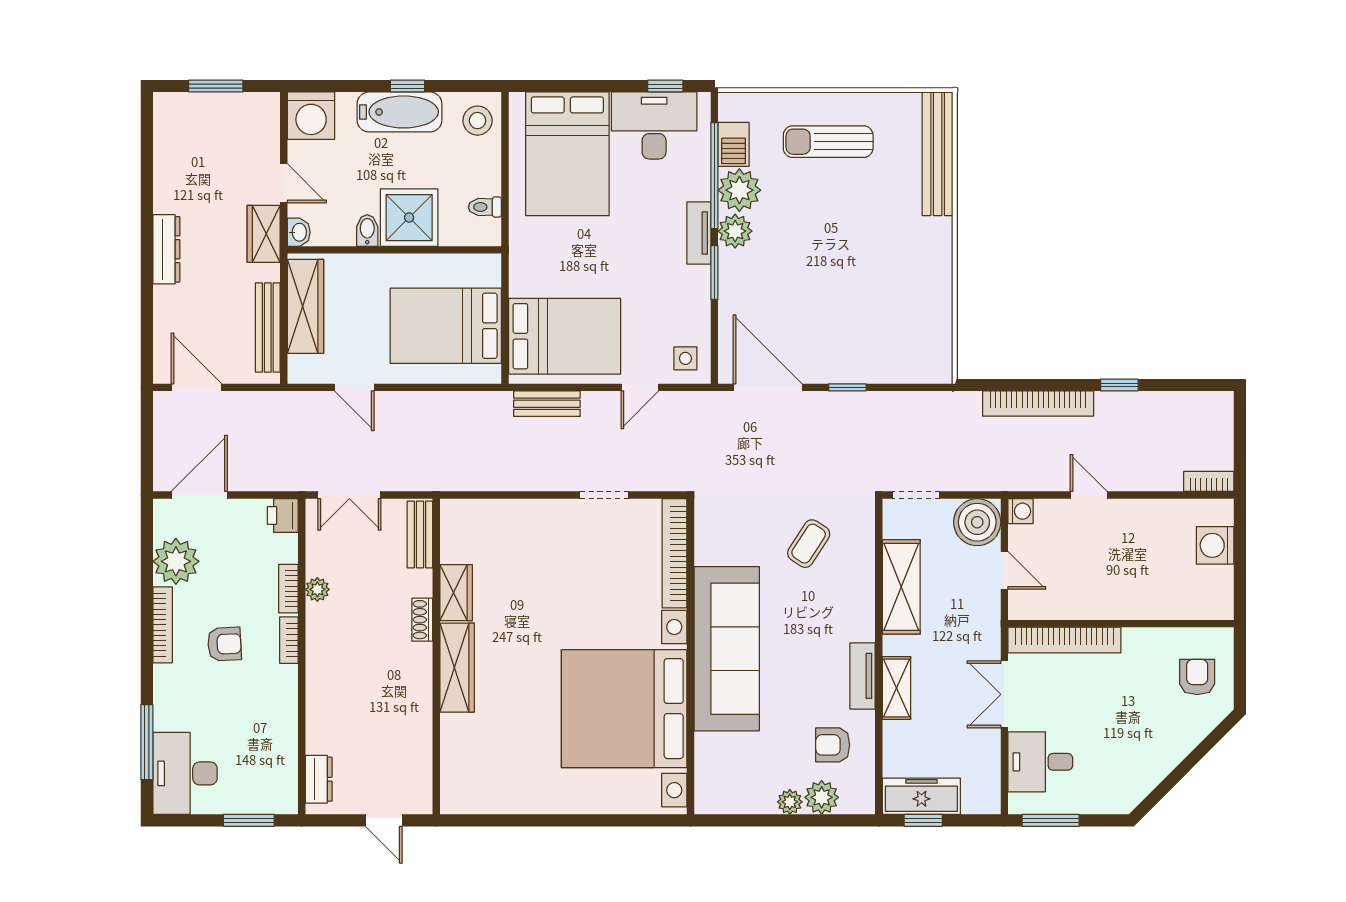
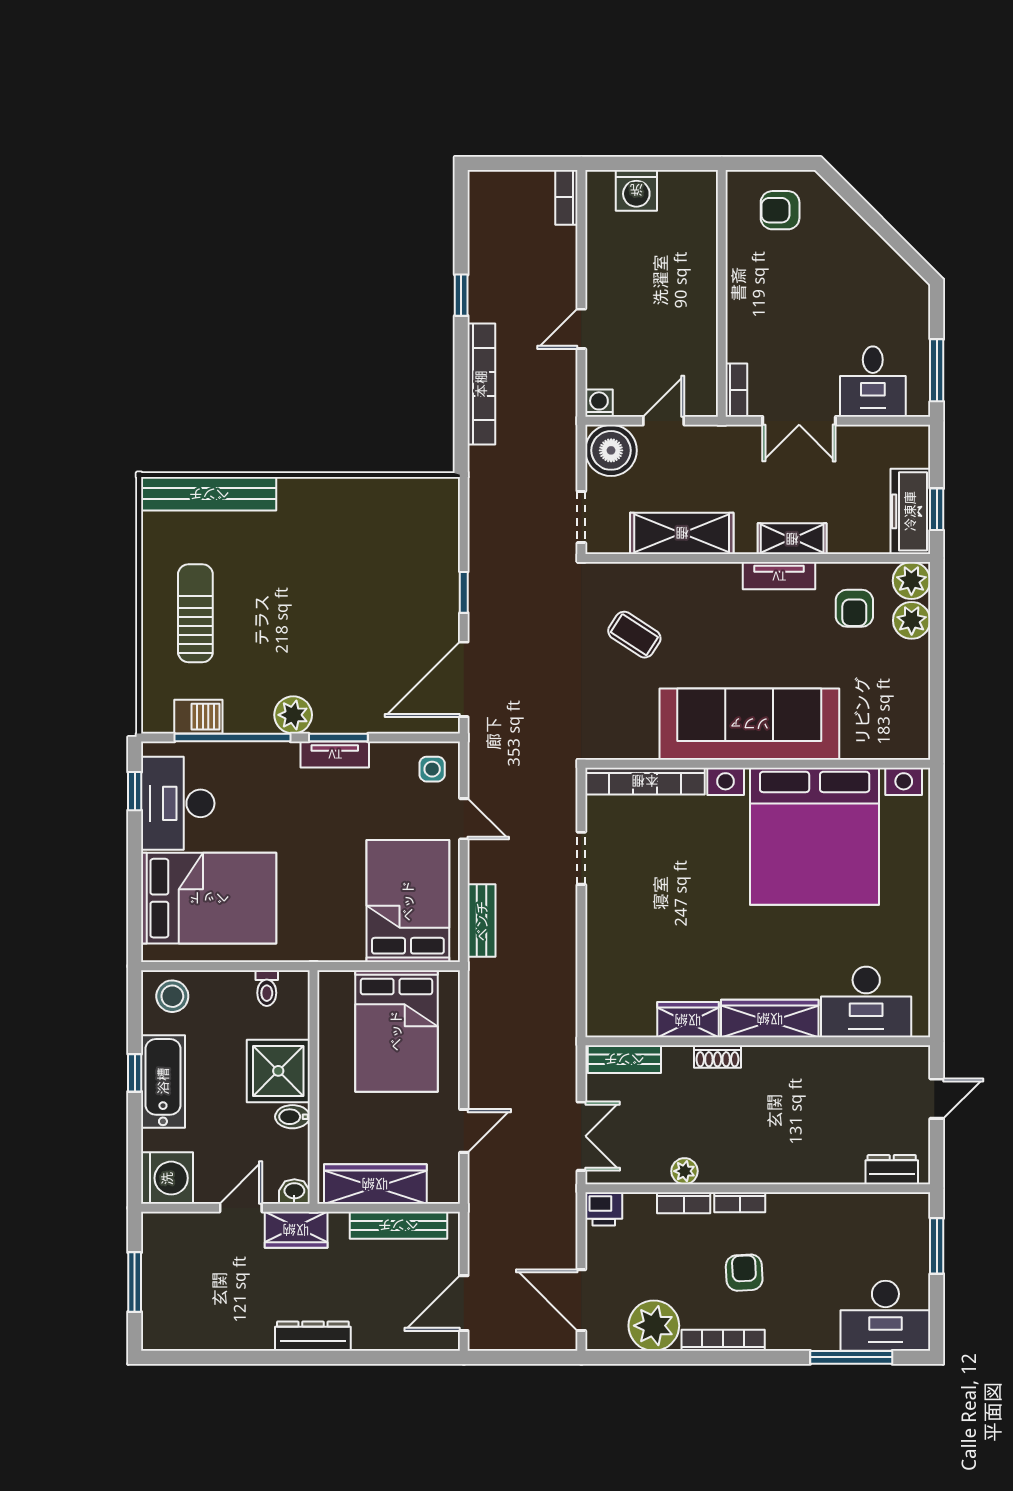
sun lounger: (828, 142) -> (195, 613), turned 180
plant: (739, 190) -> (248, 710), removed
tv unit: (699, 233) -> (335, 754), moved
bookcase: (1064, 640) -> (736, 390), width x0.43, depth x0.76
desk: (472, 756) -> (866, 1002), added
plant: (790, 802) -> (911, 581), moved, width x1.38, depth x1.38

